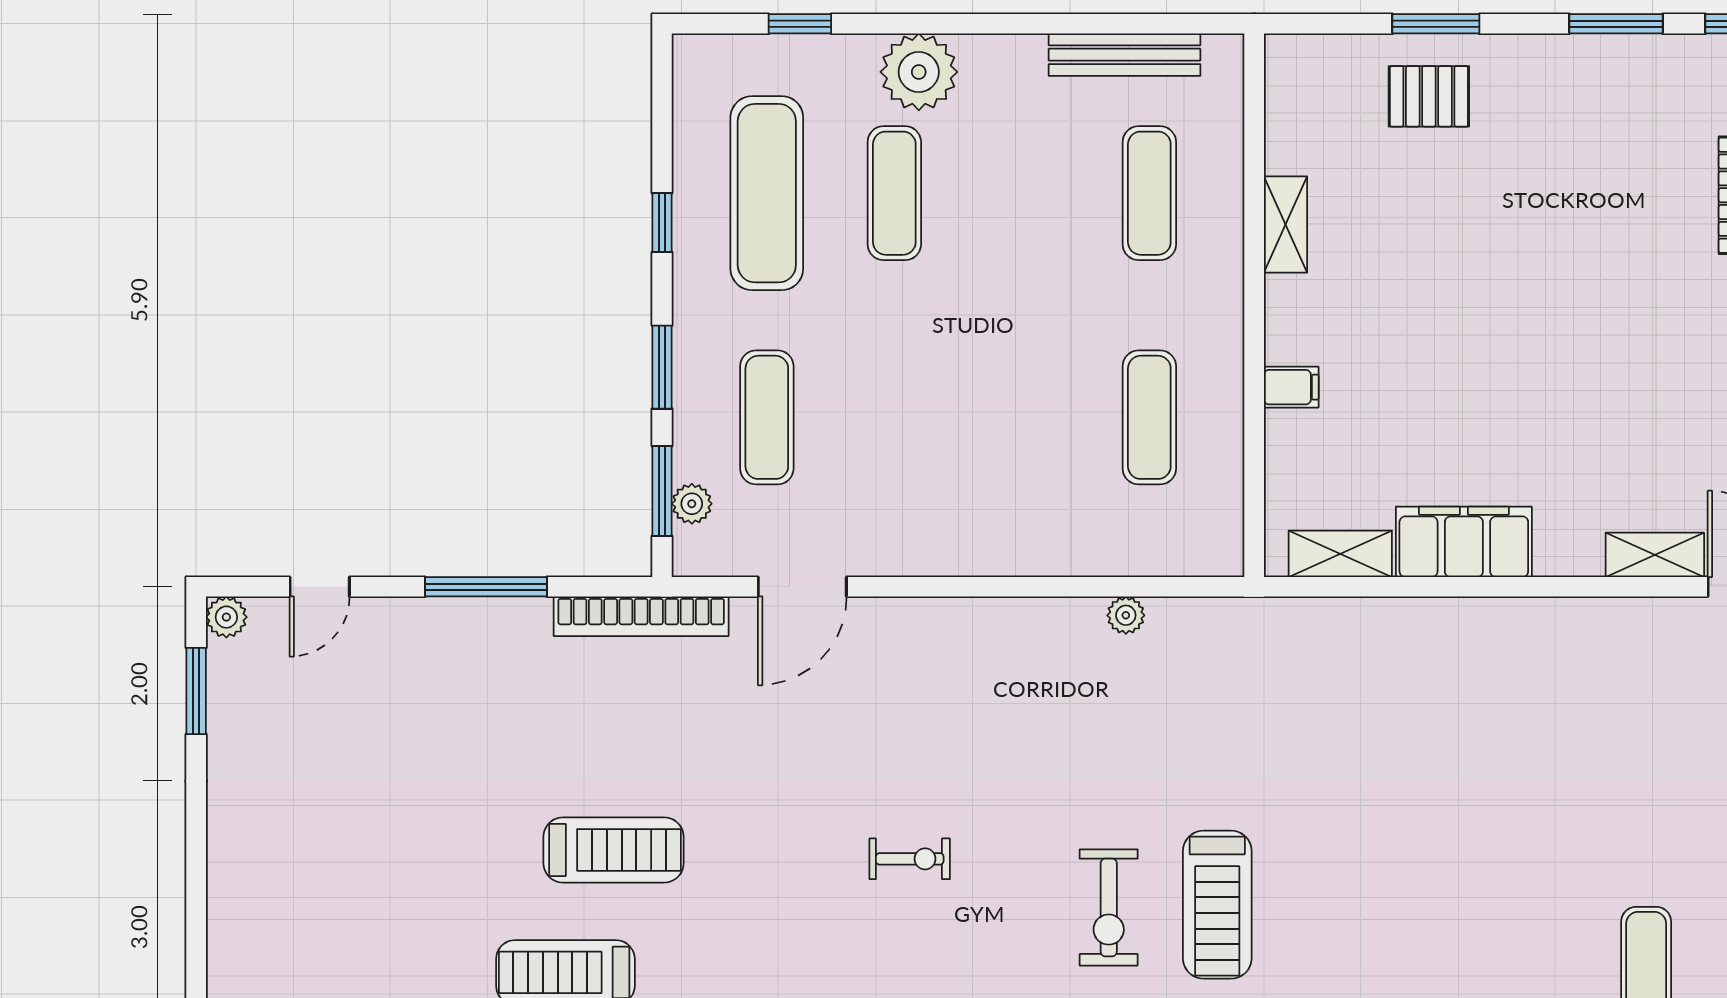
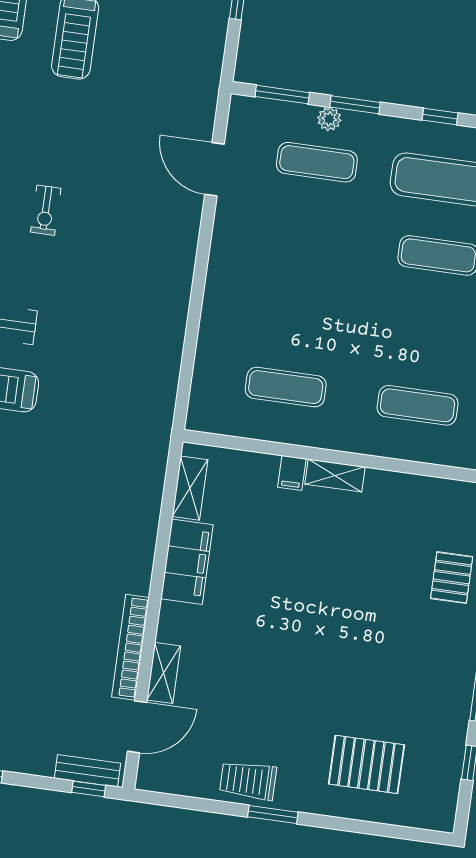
shelving: (1286, 224) -> (335, 476), moved
plant: (692, 504) -> (329, 119), moved
plant: (1126, 615) -> (171, 357), removed
bookcase: (641, 616) -> (130, 647), moved

